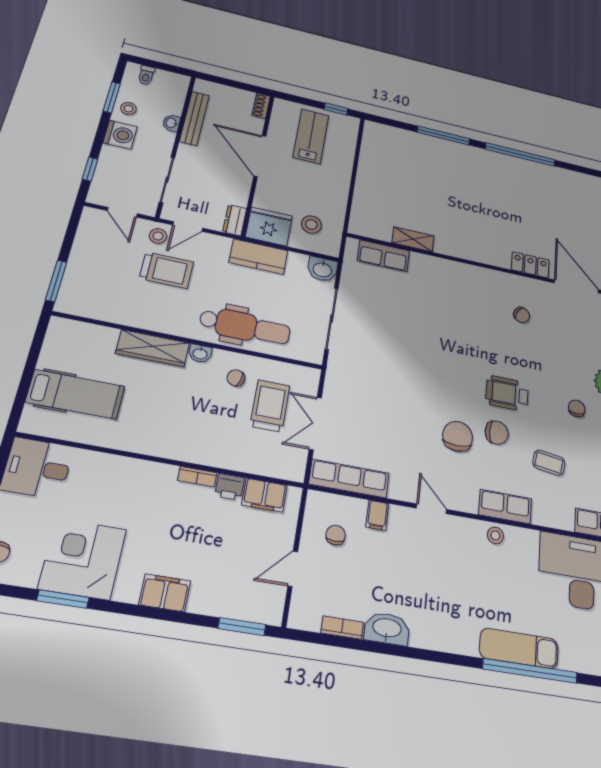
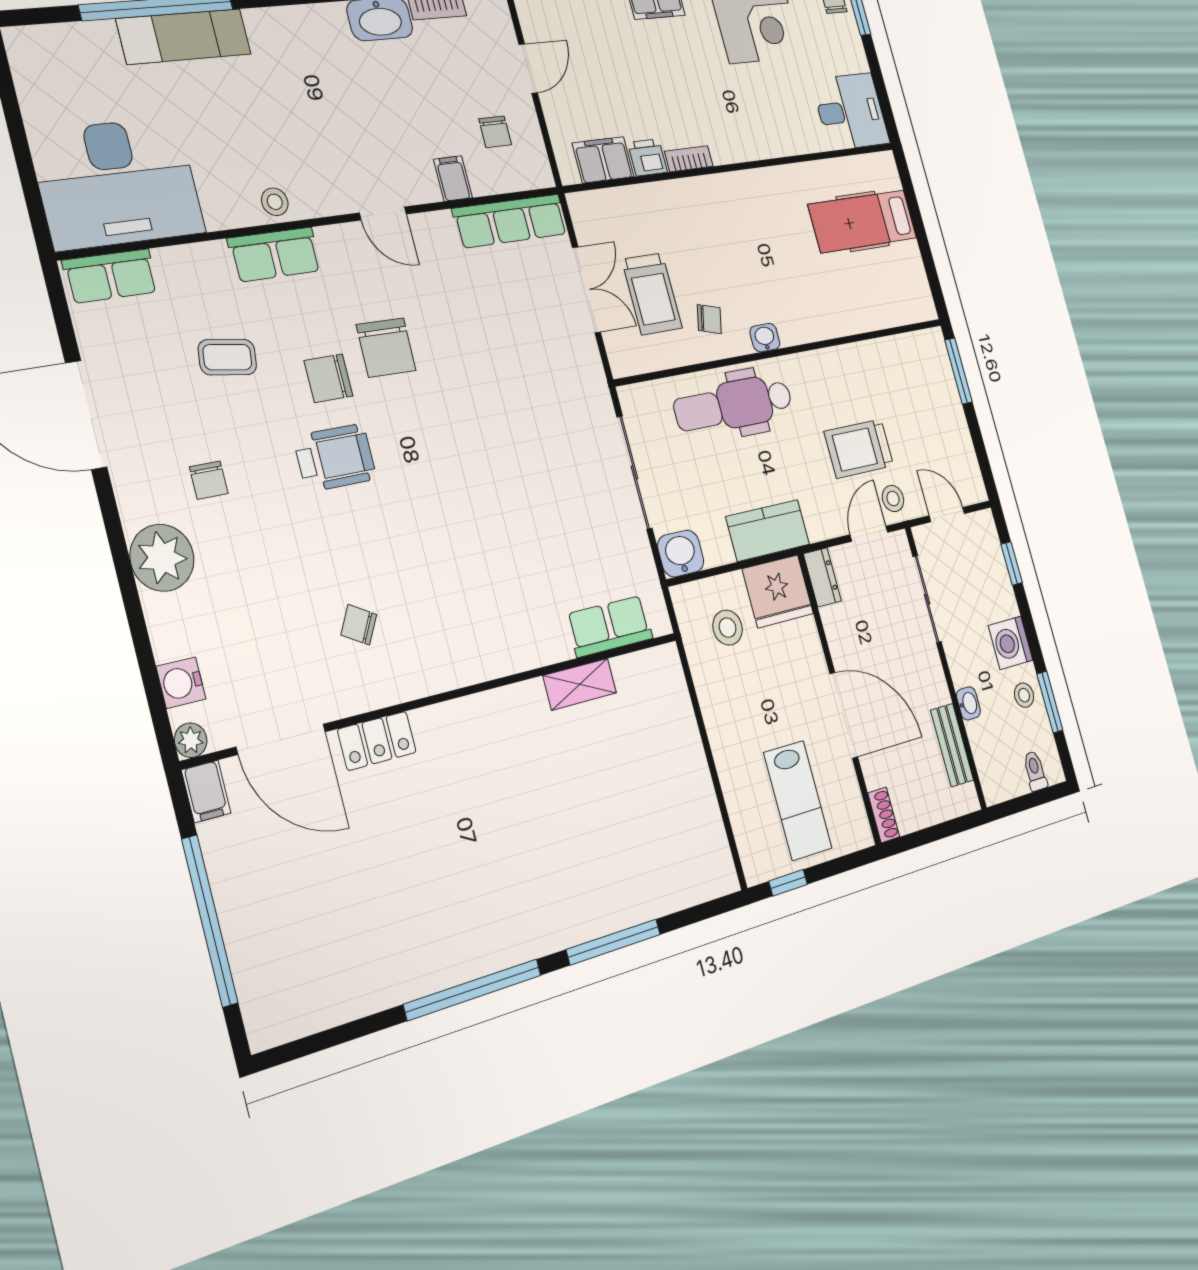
bench: (194, 118) -> (952, 745), width x0.73
wardrobe: (153, 348) -> (818, 321), removed

